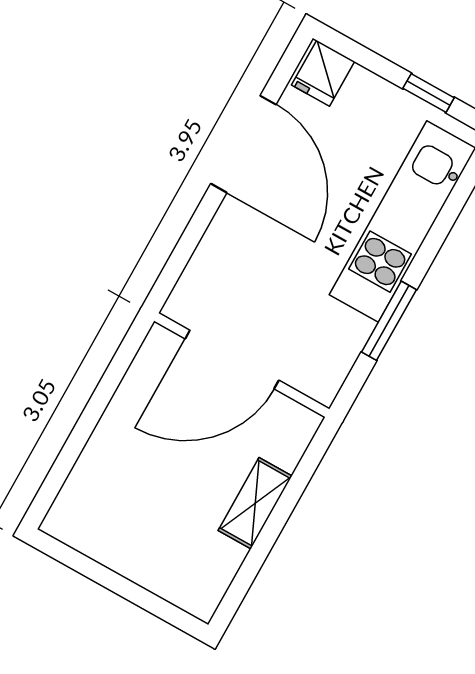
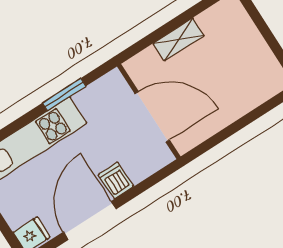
dishwasher: (236, 229) -> (116, 180), added

